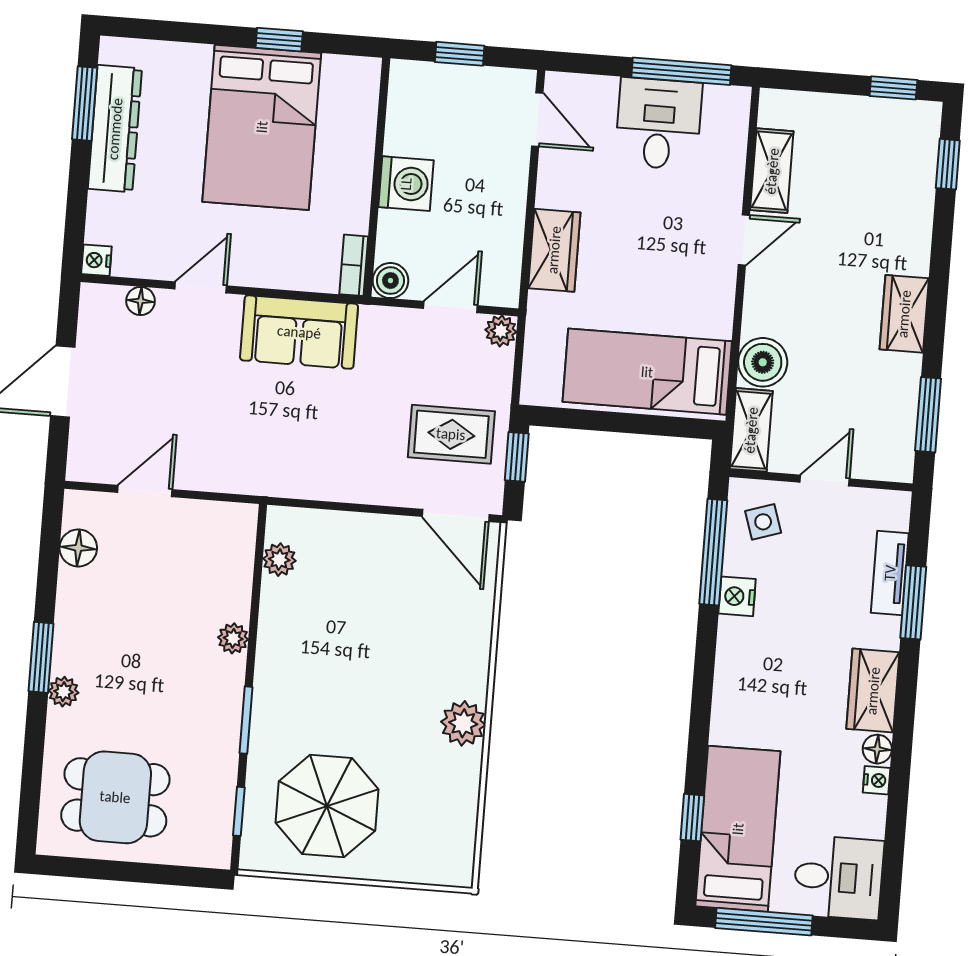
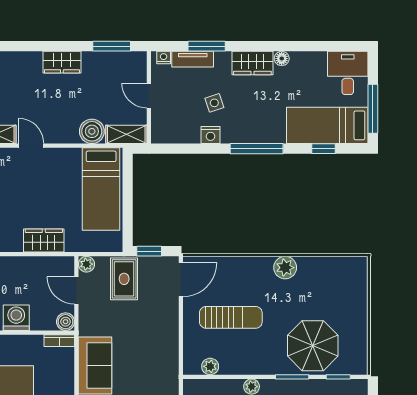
rug: (451, 434) -> (124, 279), moved
side table: (763, 522) -> (214, 103), moved
window: (713, 552) -> (257, 149), moved
sun lounger: (373, 608) -> (231, 317), added
nightstand: (877, 780) -> (164, 58), moved
parasol: (327, 806) -> (313, 346), moved

